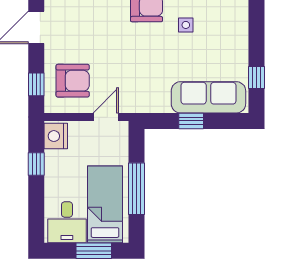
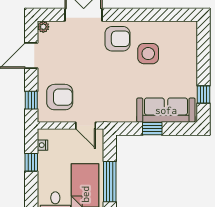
side table: (186, 25) -> (148, 54), width x1.87, depth x1.87
door: (106, 117) -> (86, 126), swing flipped
nightstand: (56, 136) -> (43, 145), width x0.53, depth x0.56

